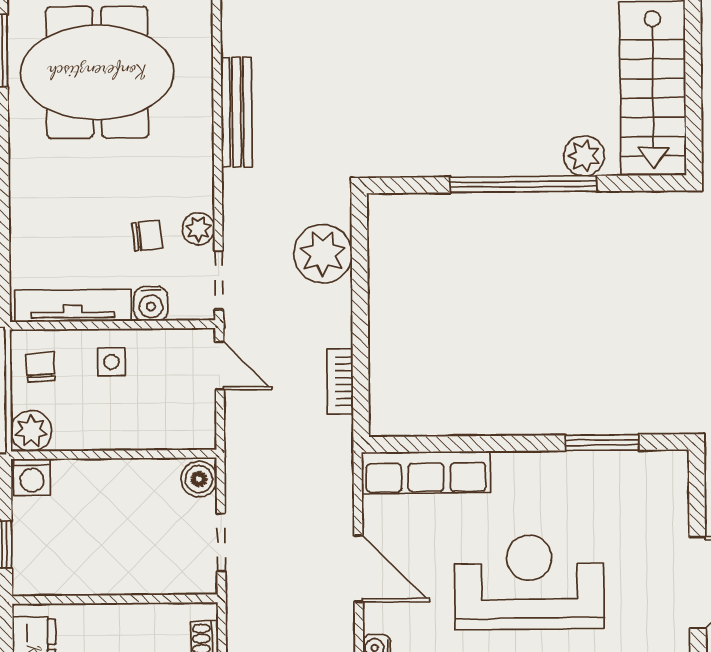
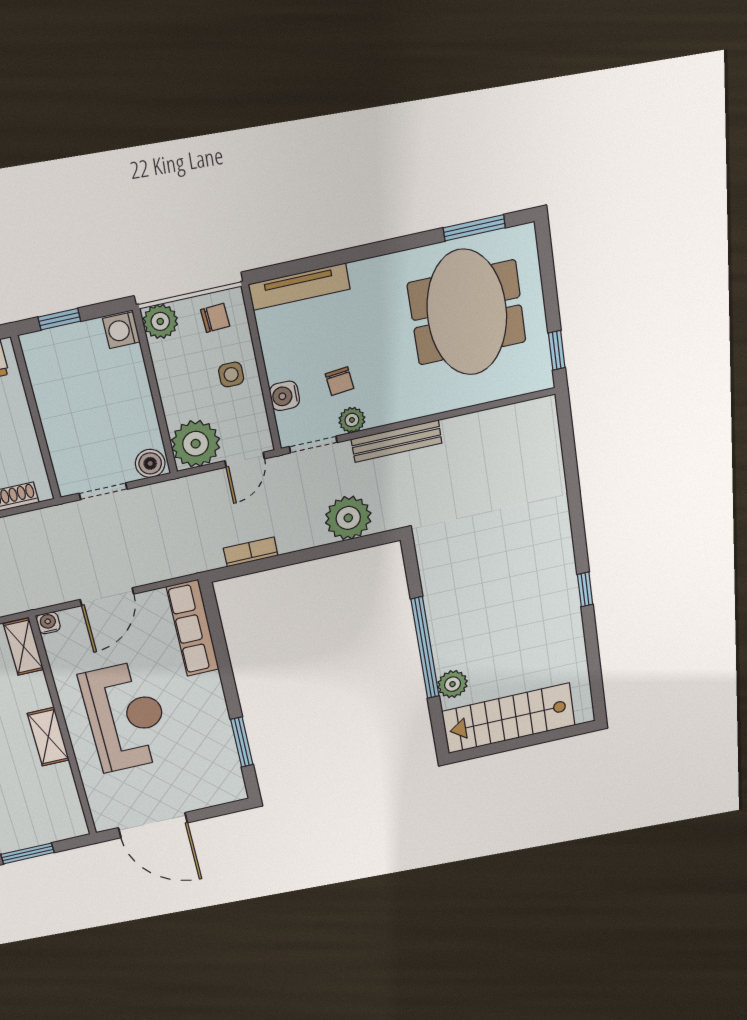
bench: (237, 112) -> (397, 441), moved
tv unit: (73, 306) -> (299, 287), moved, turned 90
plant: (186, 420) -> (196, 444), added

